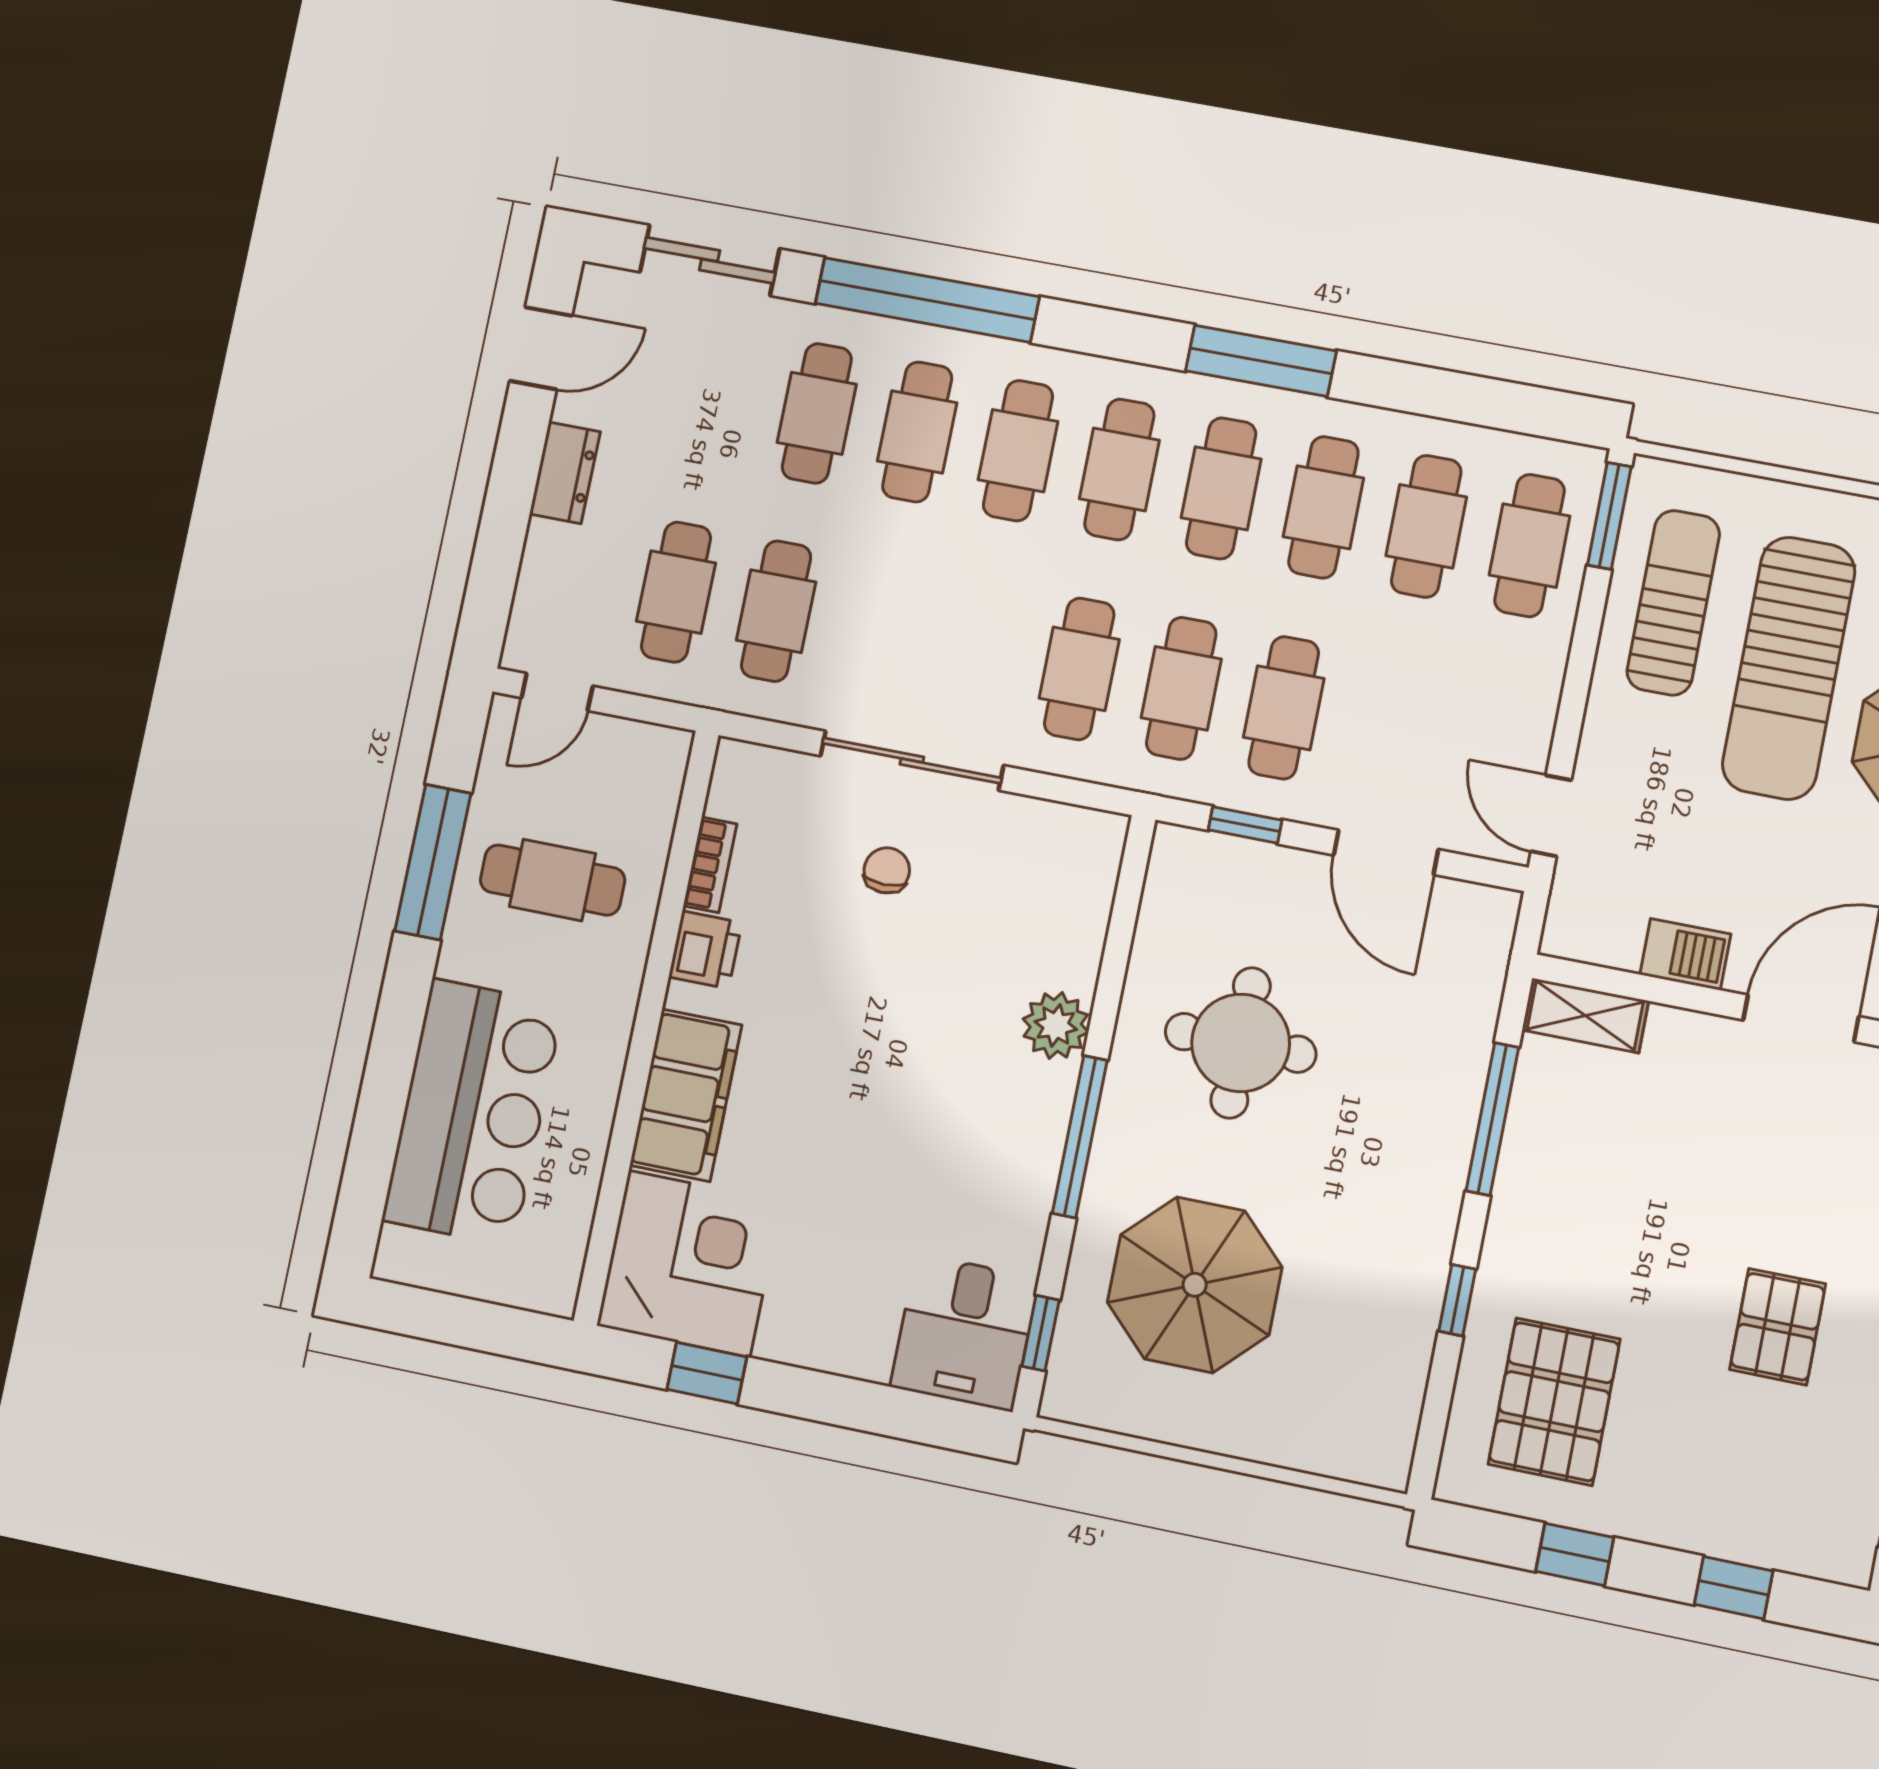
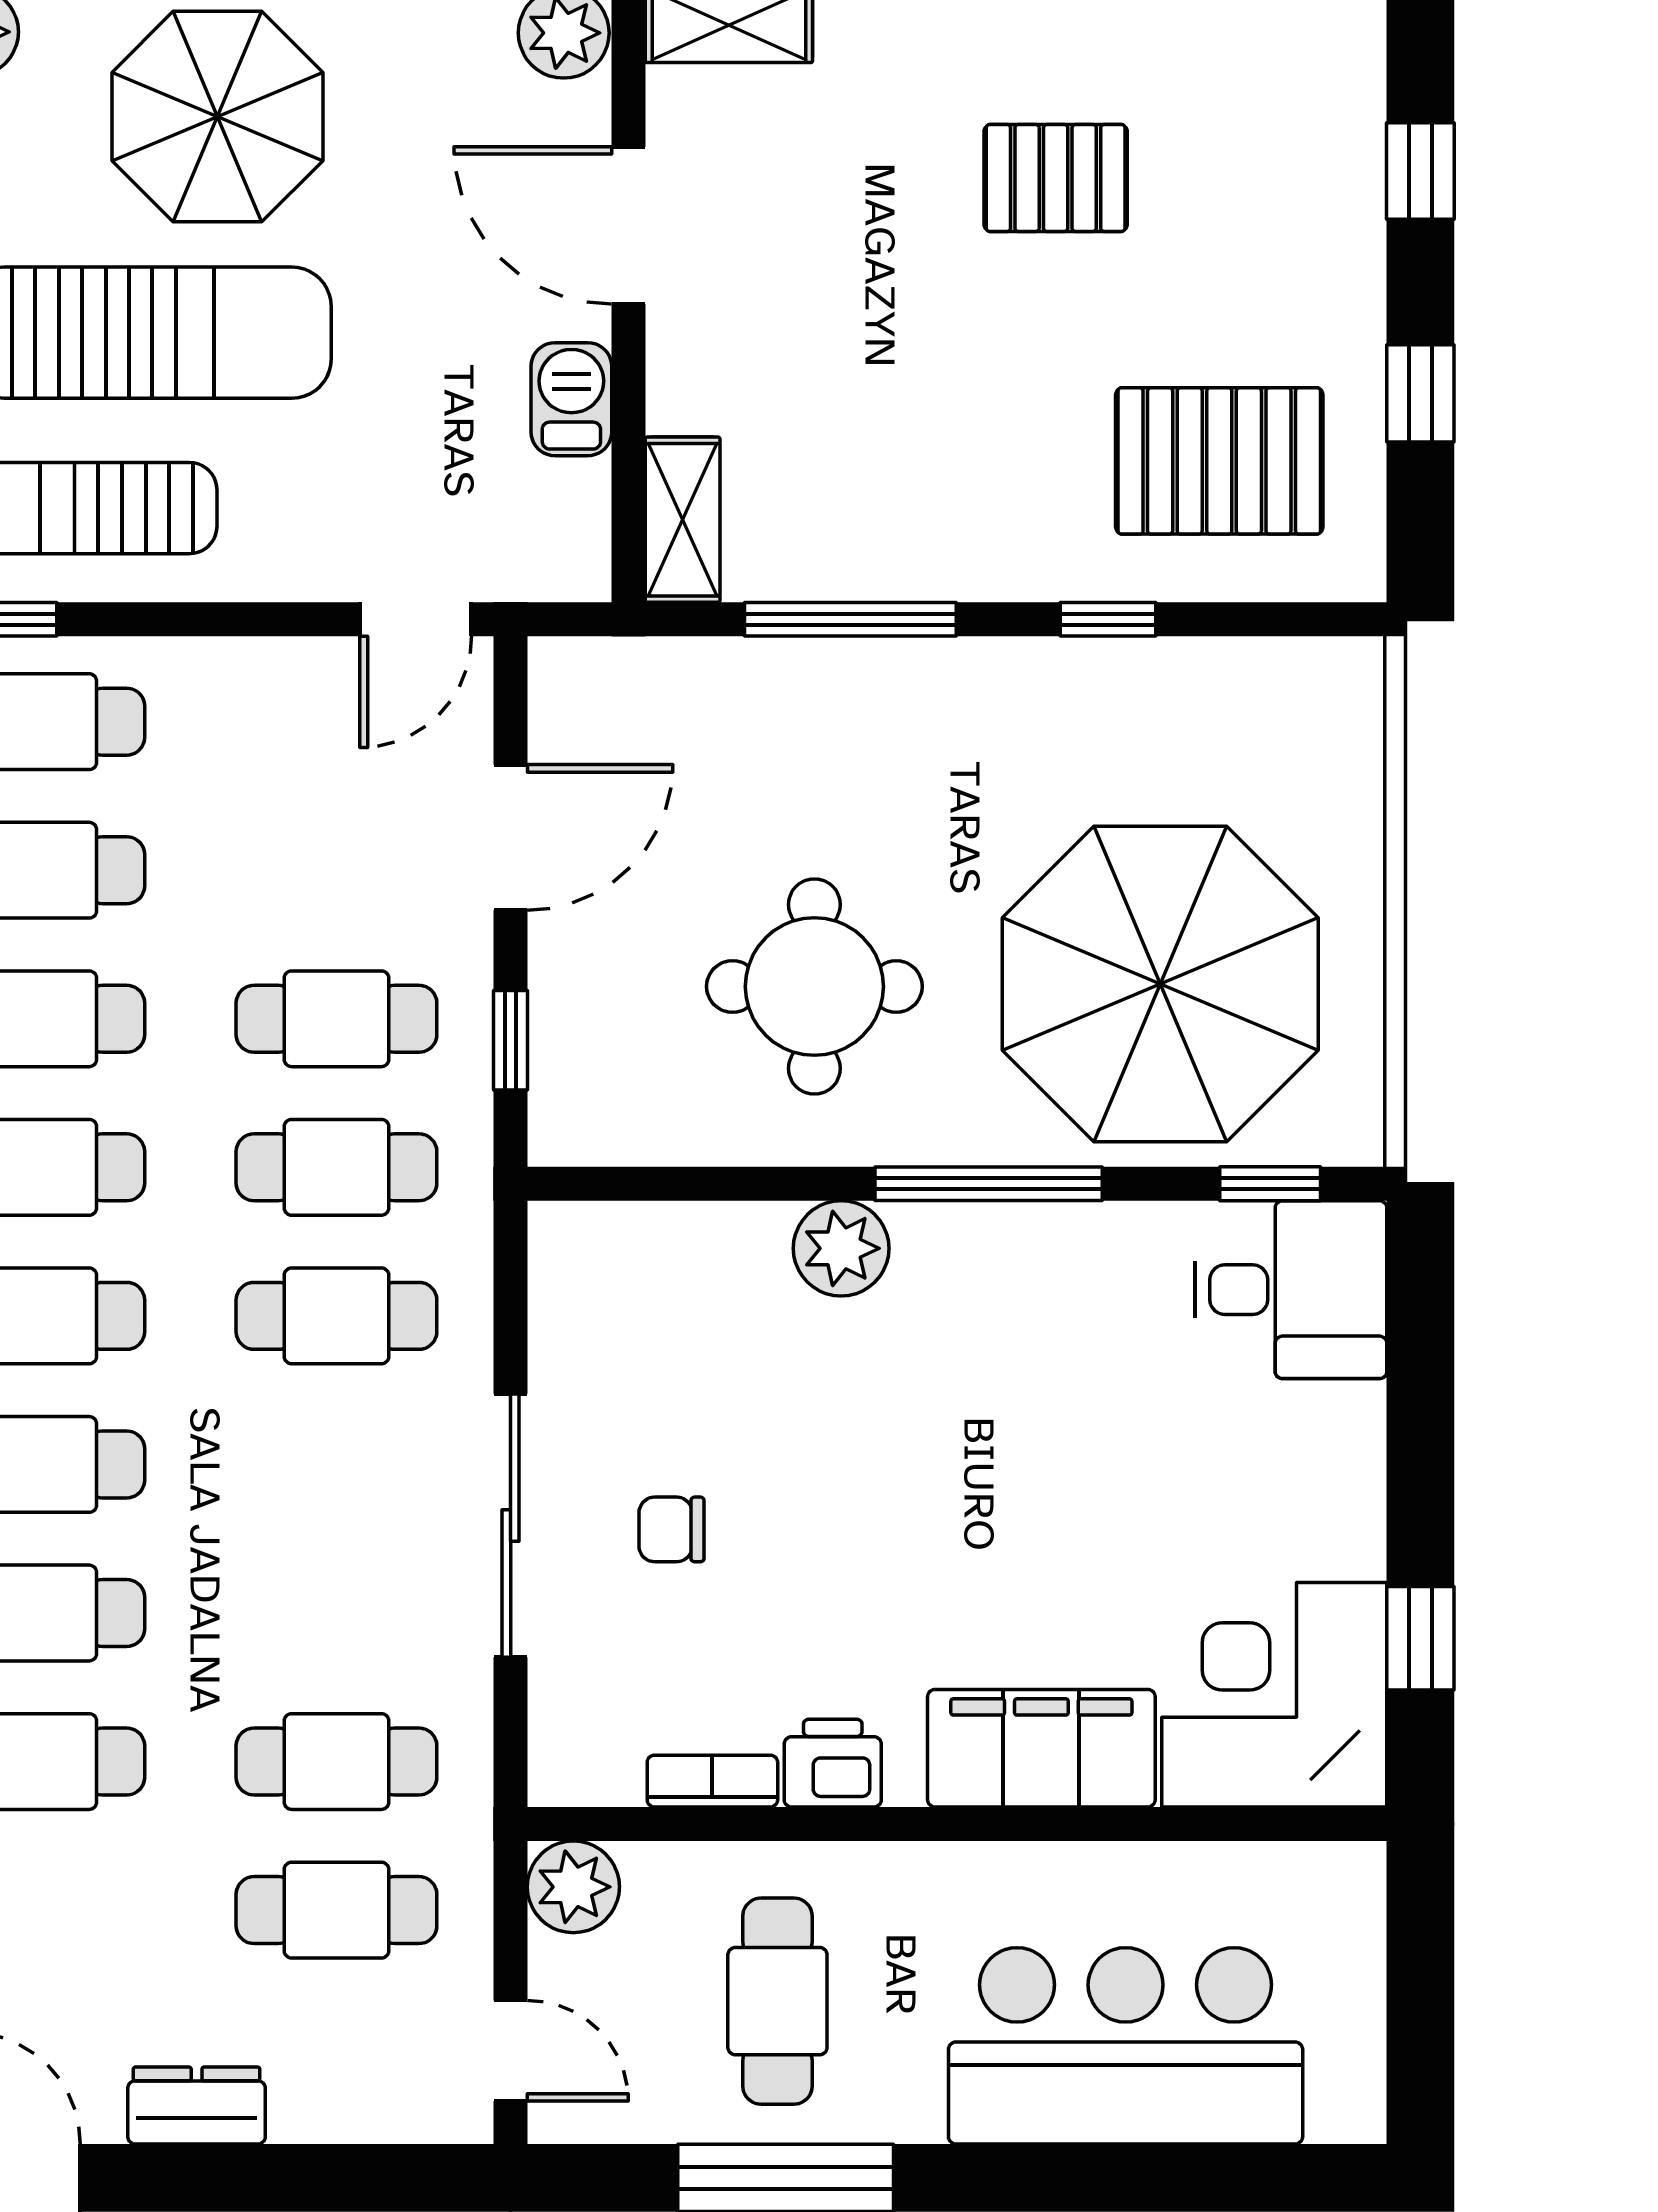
plant: (658, 756) -> (573, 1887), added
parasol: (1195, 1285) -> (1160, 984), width x1.36, depth x1.36

